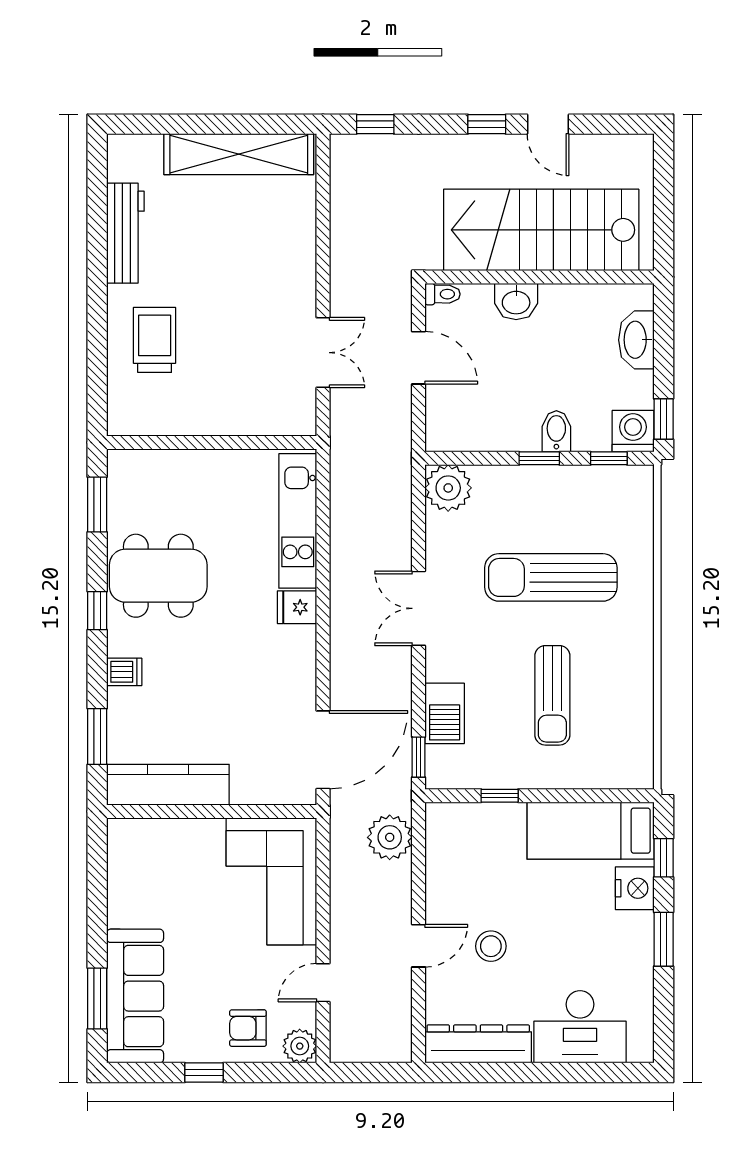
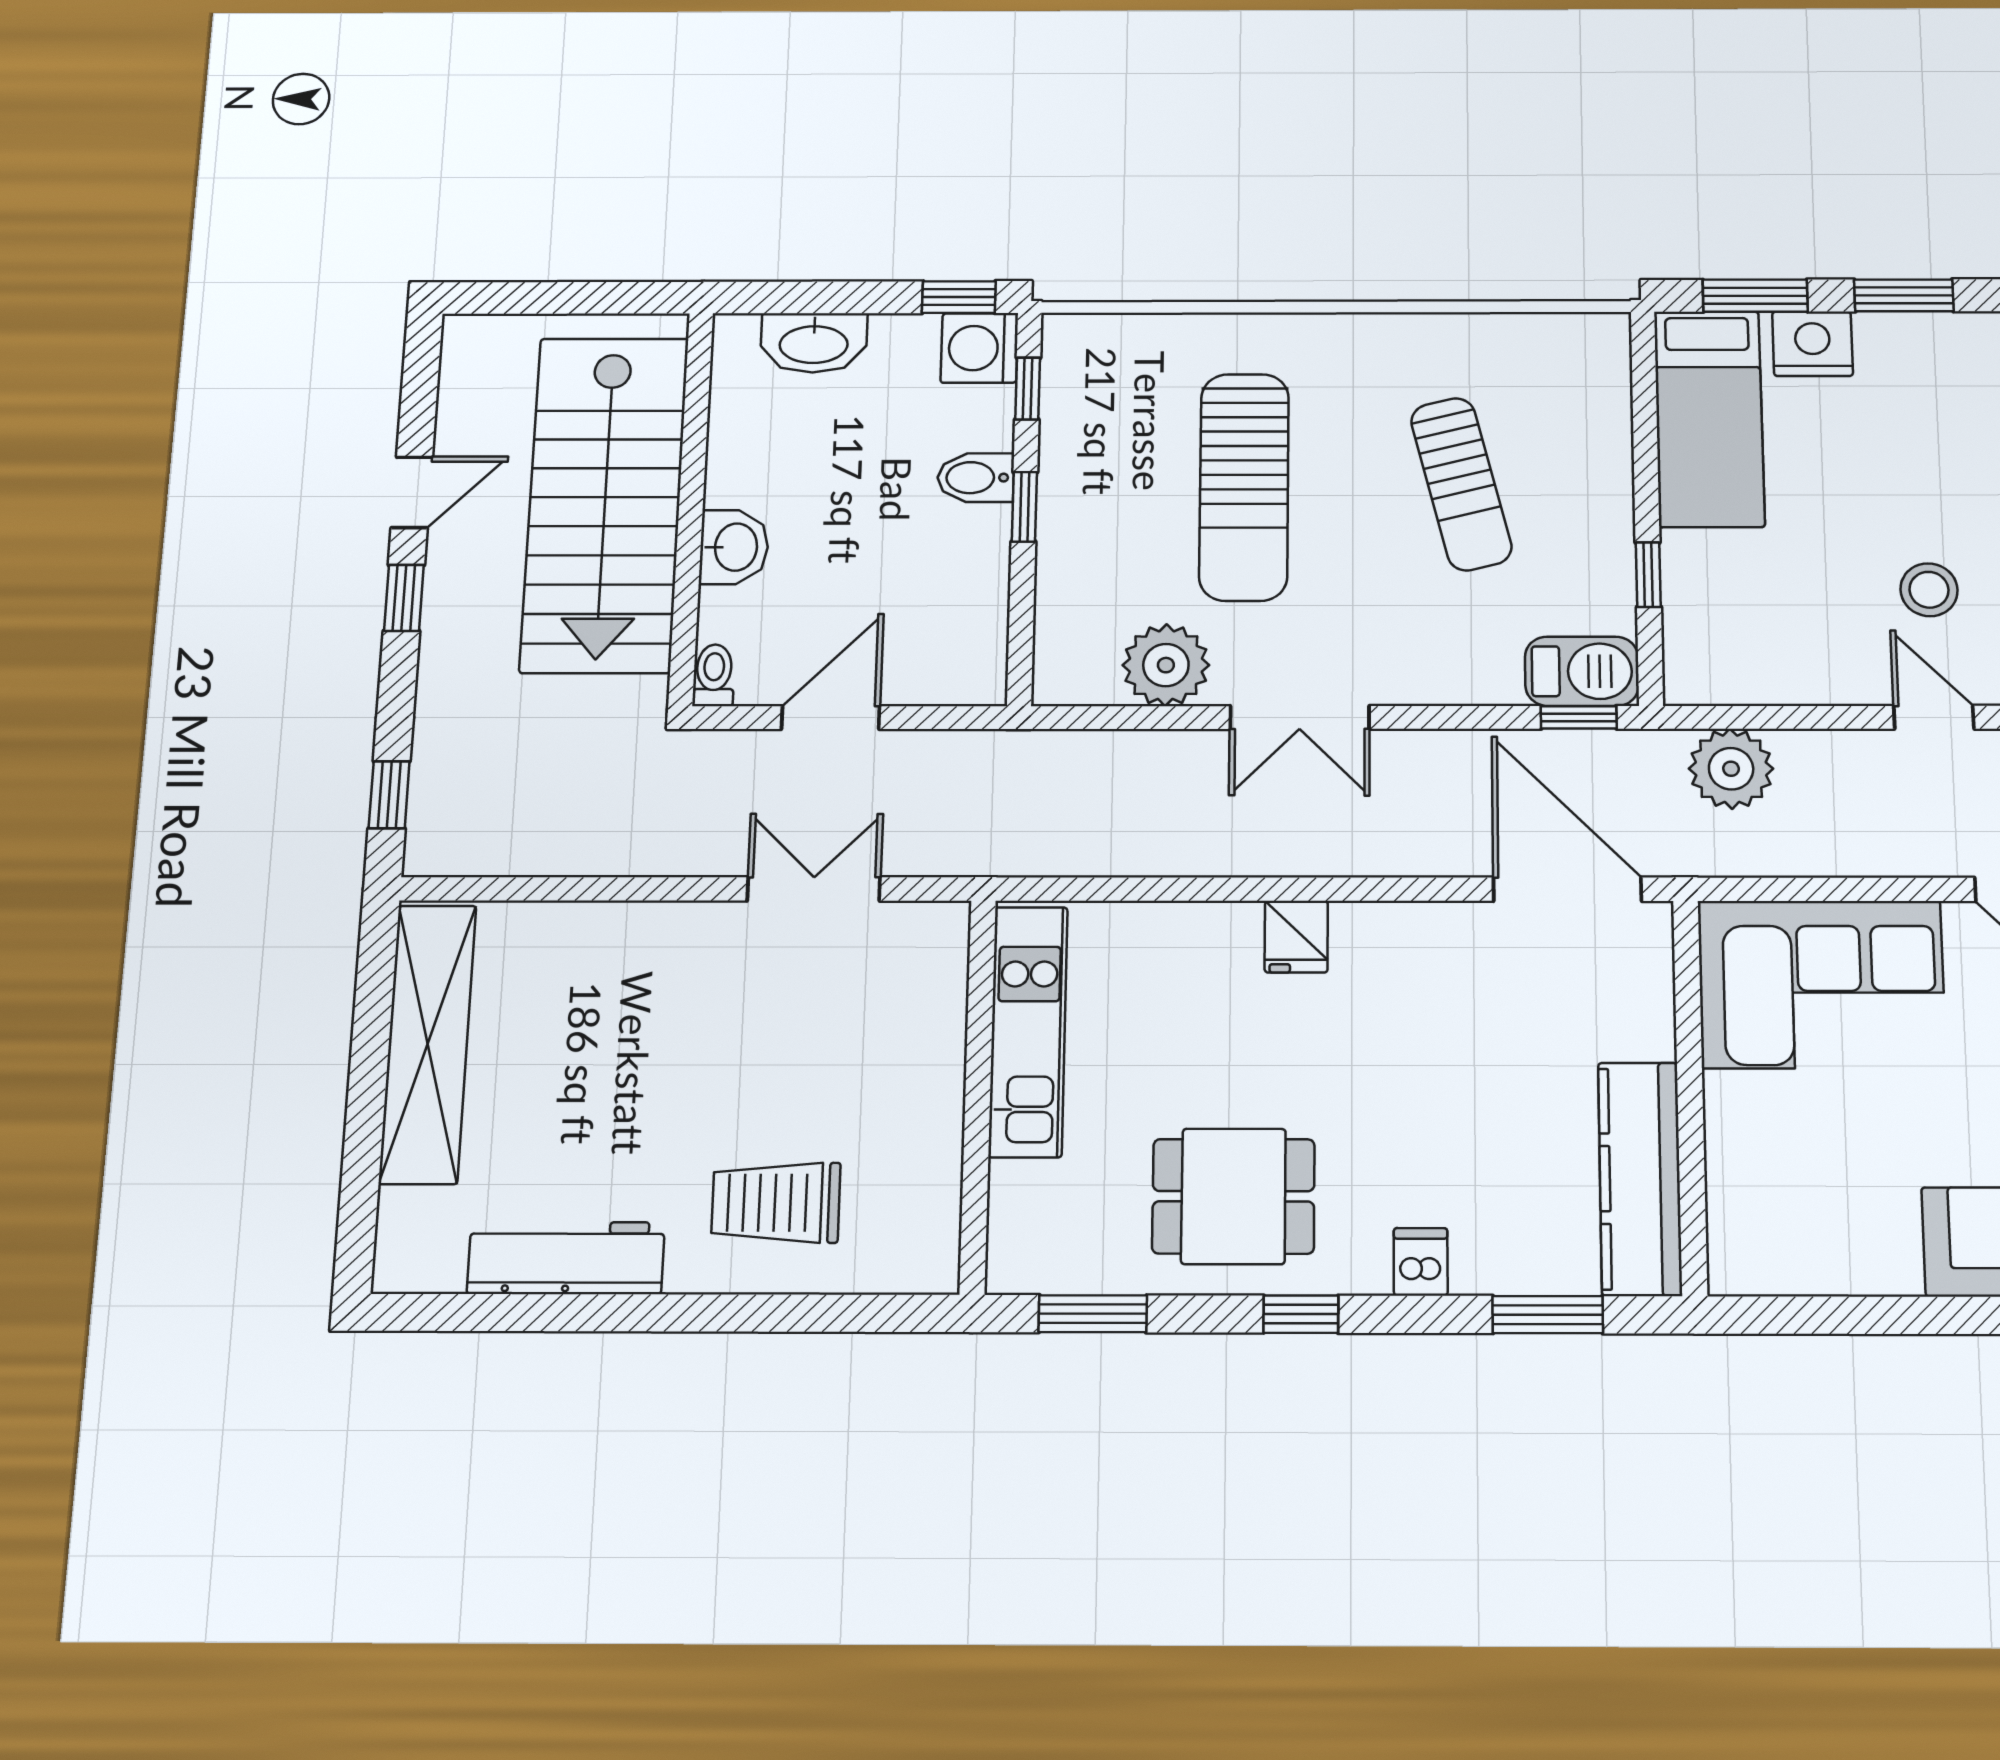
plant: (448, 488) -> (1166, 665), moved
kitchen unit: (298, 521) -> (1028, 1031), moved, turned -90
dining table: (158, 576) -> (1233, 1196), width x0.73
sun lounger: (552, 695) -> (1461, 484), turned 76
barbecue: (445, 713) -> (1582, 671), moved
window: (664, 858) -> (1755, 296), width x1.50

